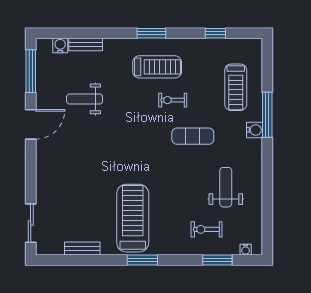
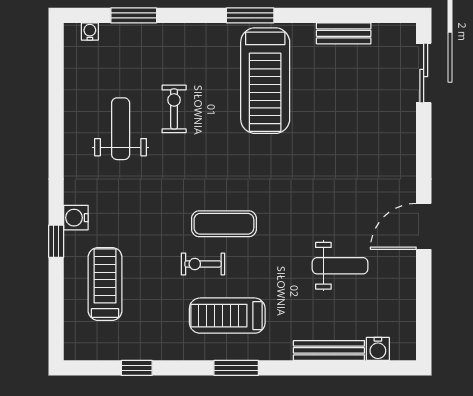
bench: (86, 44) -> (329, 350), width x1.36
window: (31, 71) -> (424, 309), removed
exercise bike: (173, 100) -> (203, 264), turned 180
window: (267, 115) -> (56, 241), width x0.46
exercise mat: (193, 136) -> (224, 224), moved
weight bench: (226, 187) -> (121, 129), turned 180
exercise bike: (207, 229) -> (174, 109), moved, turned -90

